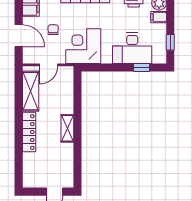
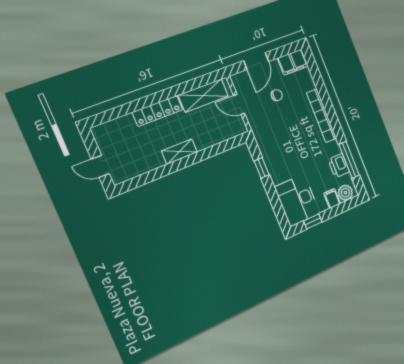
corner desk: (83, 46) -> (273, 133), removed
desk: (132, 48) -> (297, 200), moved
window: (141, 67) -> (262, 168), moved

